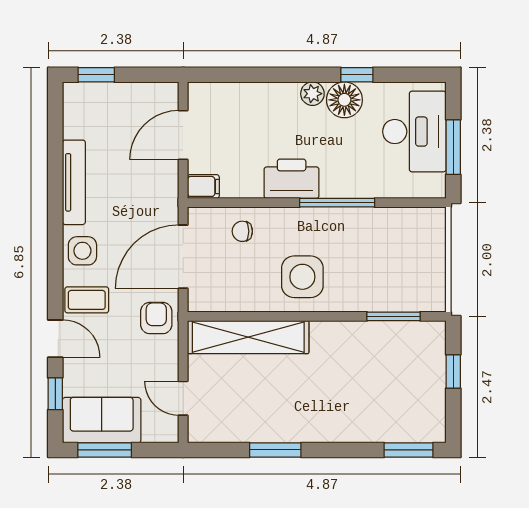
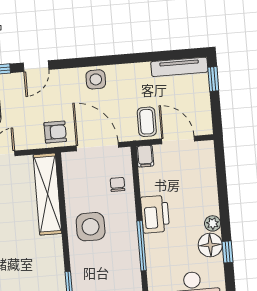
tv unit: (74, 182) -> (179, 67), moved
coffee table: (87, 300) -> (147, 122), moved

